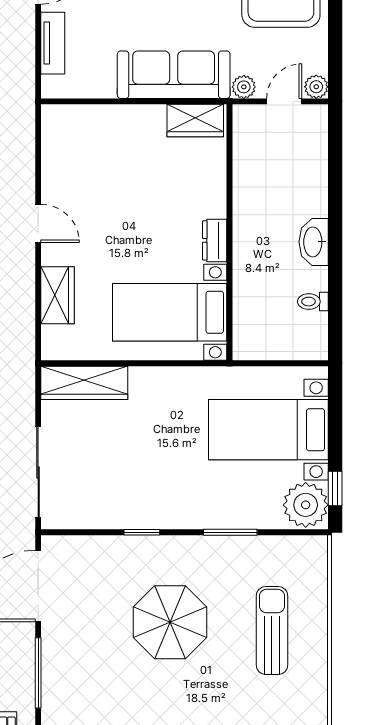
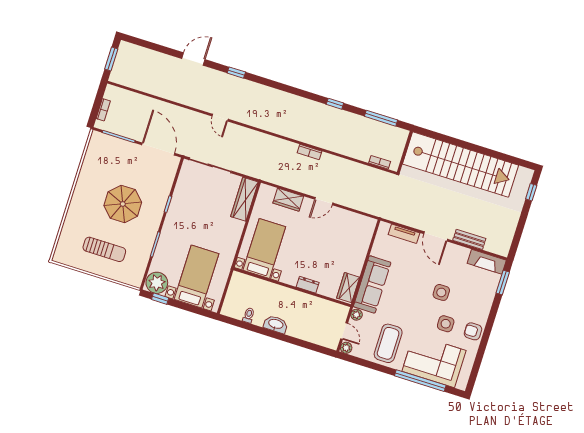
dresser: (215, 240) -> (308, 285), moved

